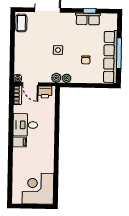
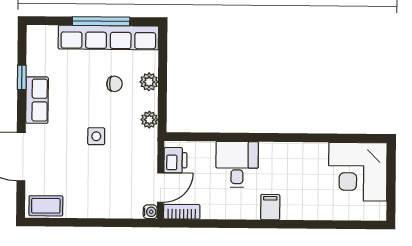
row of seats: (88, 19) -> (37, 100), moved
plant: (56, 78) -> (149, 82), moved
desk: (25, 125) -> (237, 164), moved, turned 180

